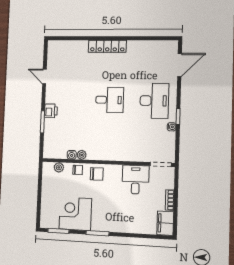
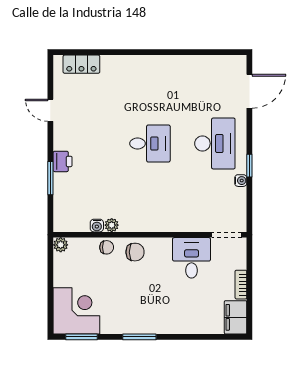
locker: (107, 46) -> (81, 64), moved, width x0.66
plant: (59, 167) -> (61, 245), moved
corner desk: (75, 214) -> (76, 311), moved, turned 90

